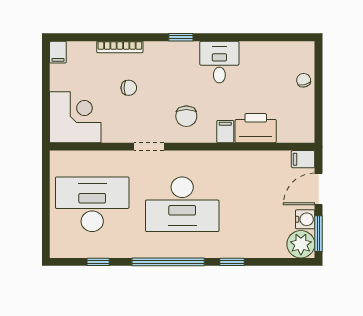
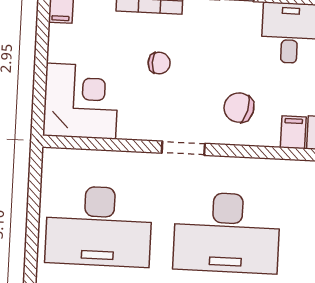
chair: (186, 116) -> (239, 108), turned 104
desk: (92, 204) -> (99, 226), turned 180

